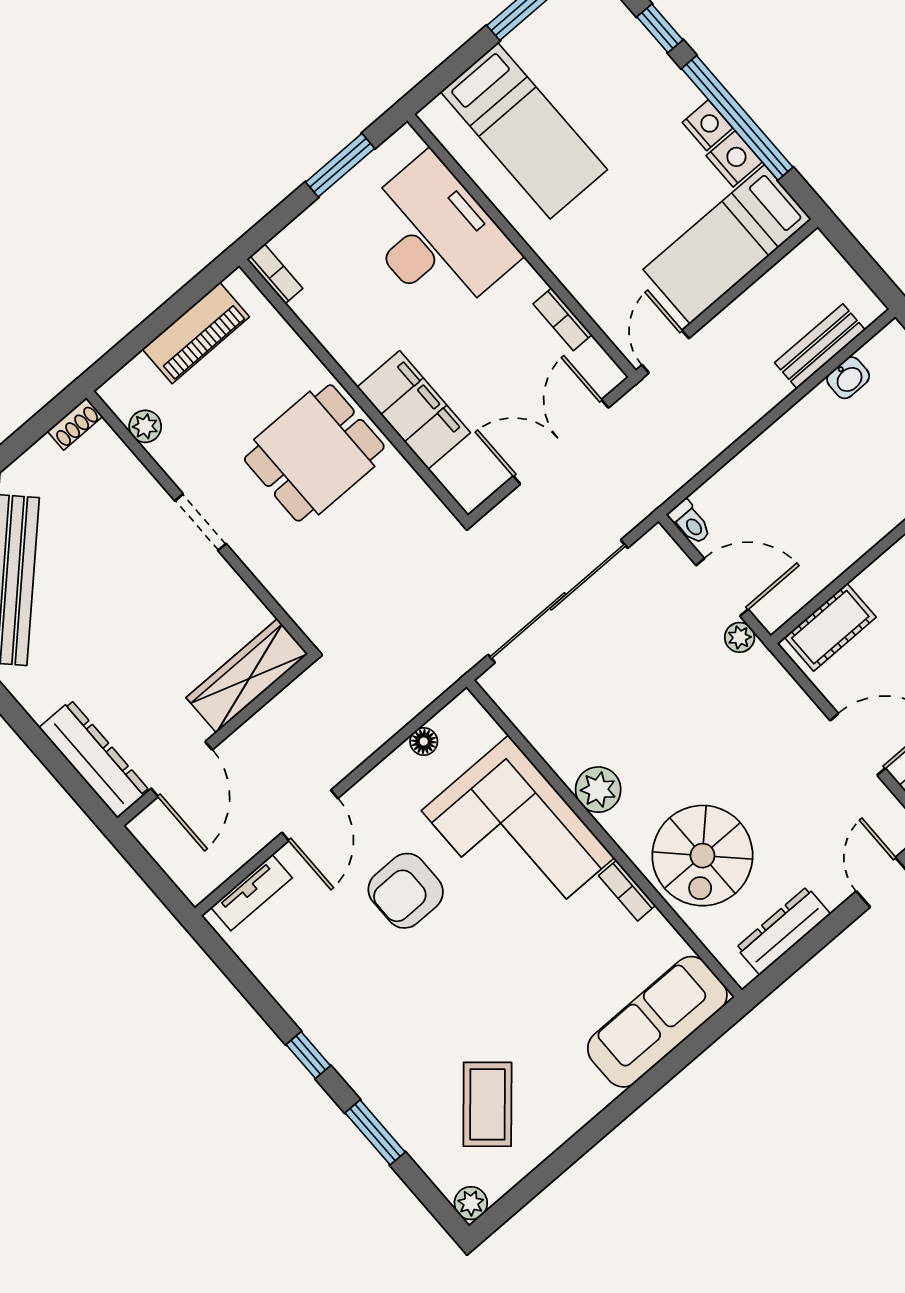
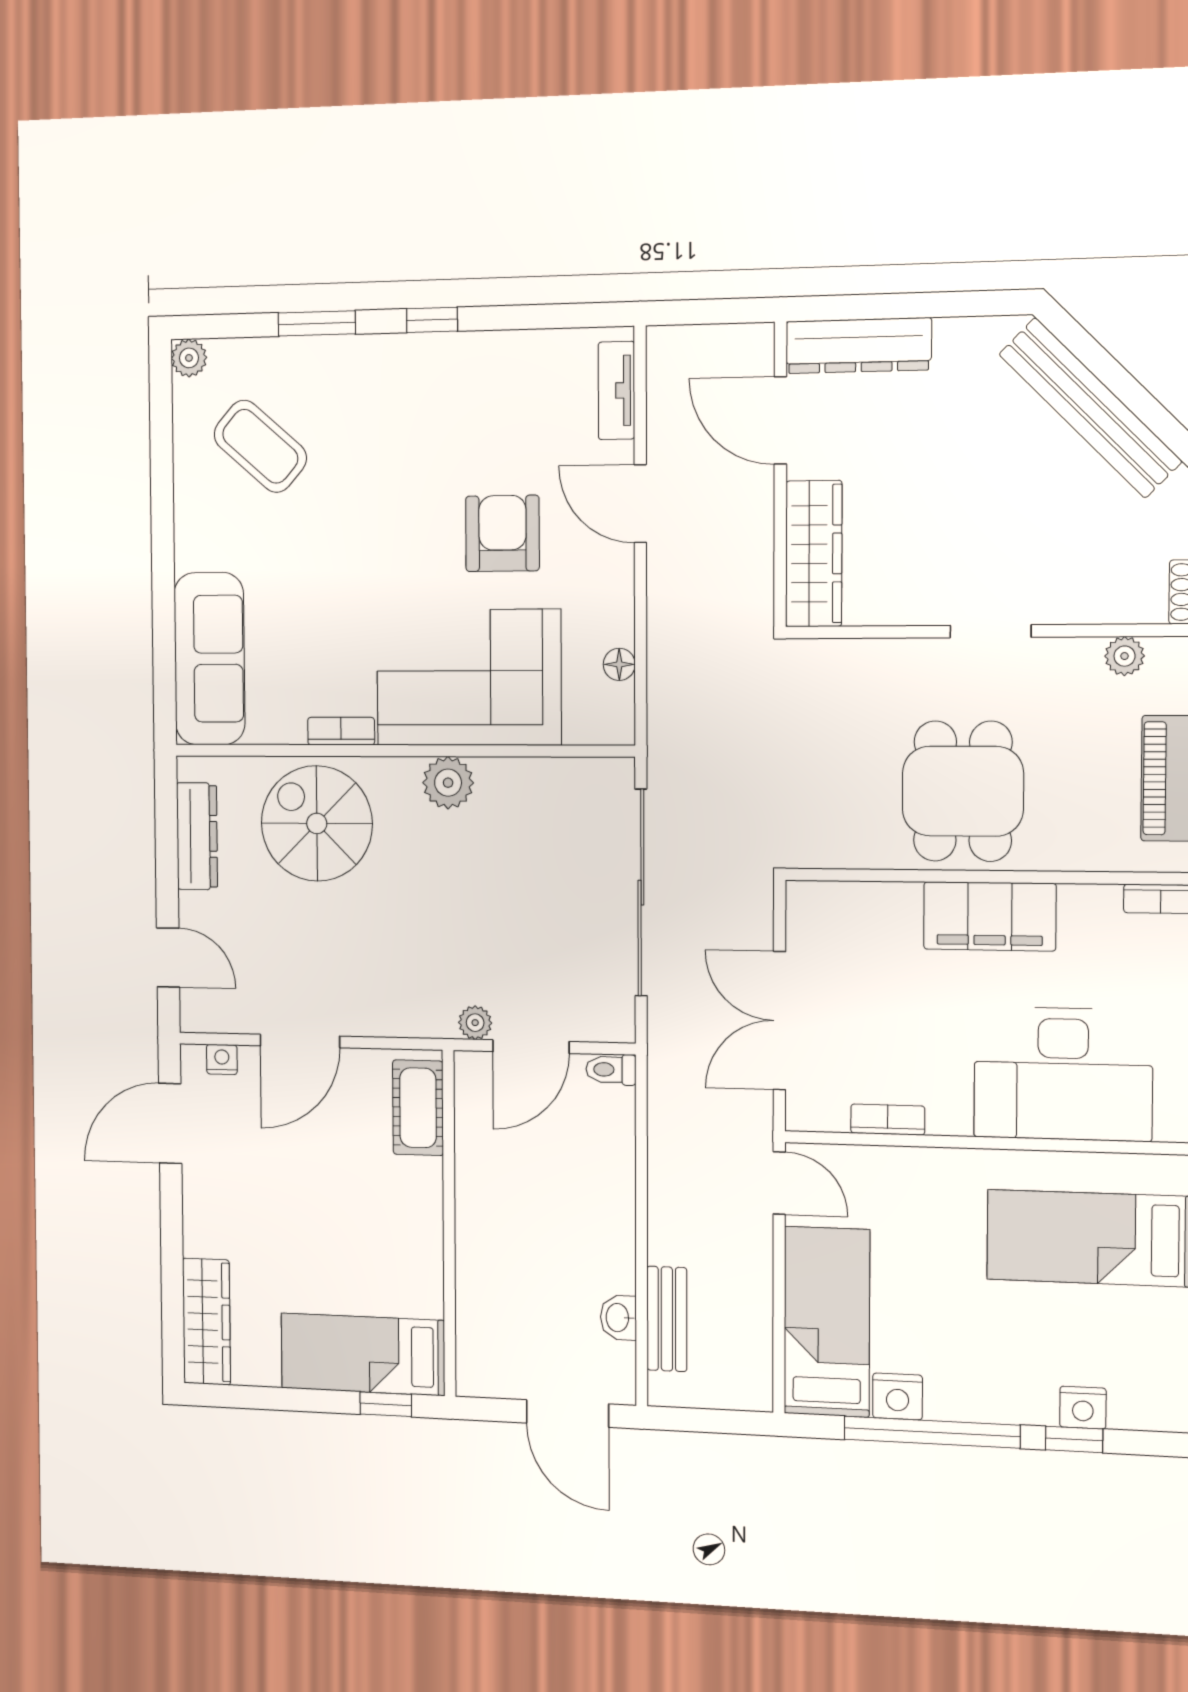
nightstand: (707, 125) -> (1083, 1408), moved
filing cabinet: (414, 410) -> (990, 916), moved
double door: (561, 442) -> (779, 1021), swing flipped

